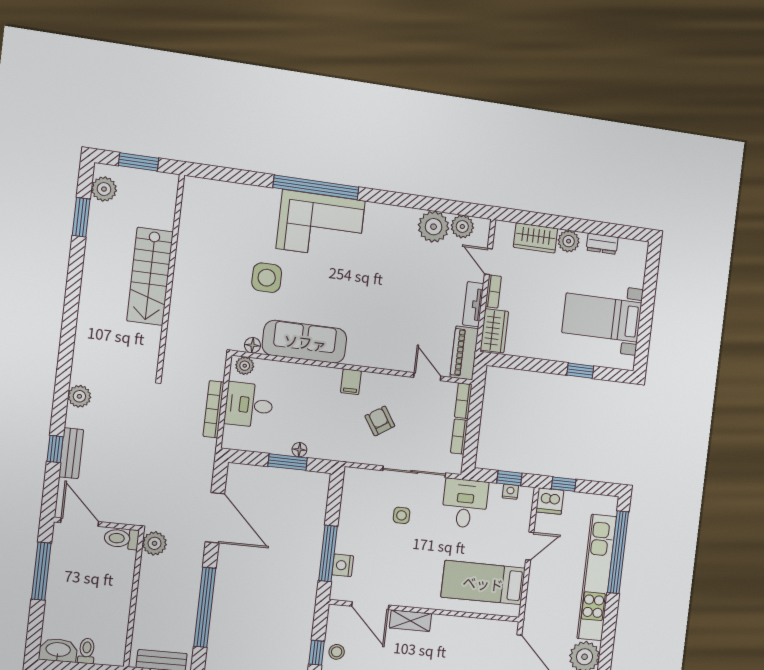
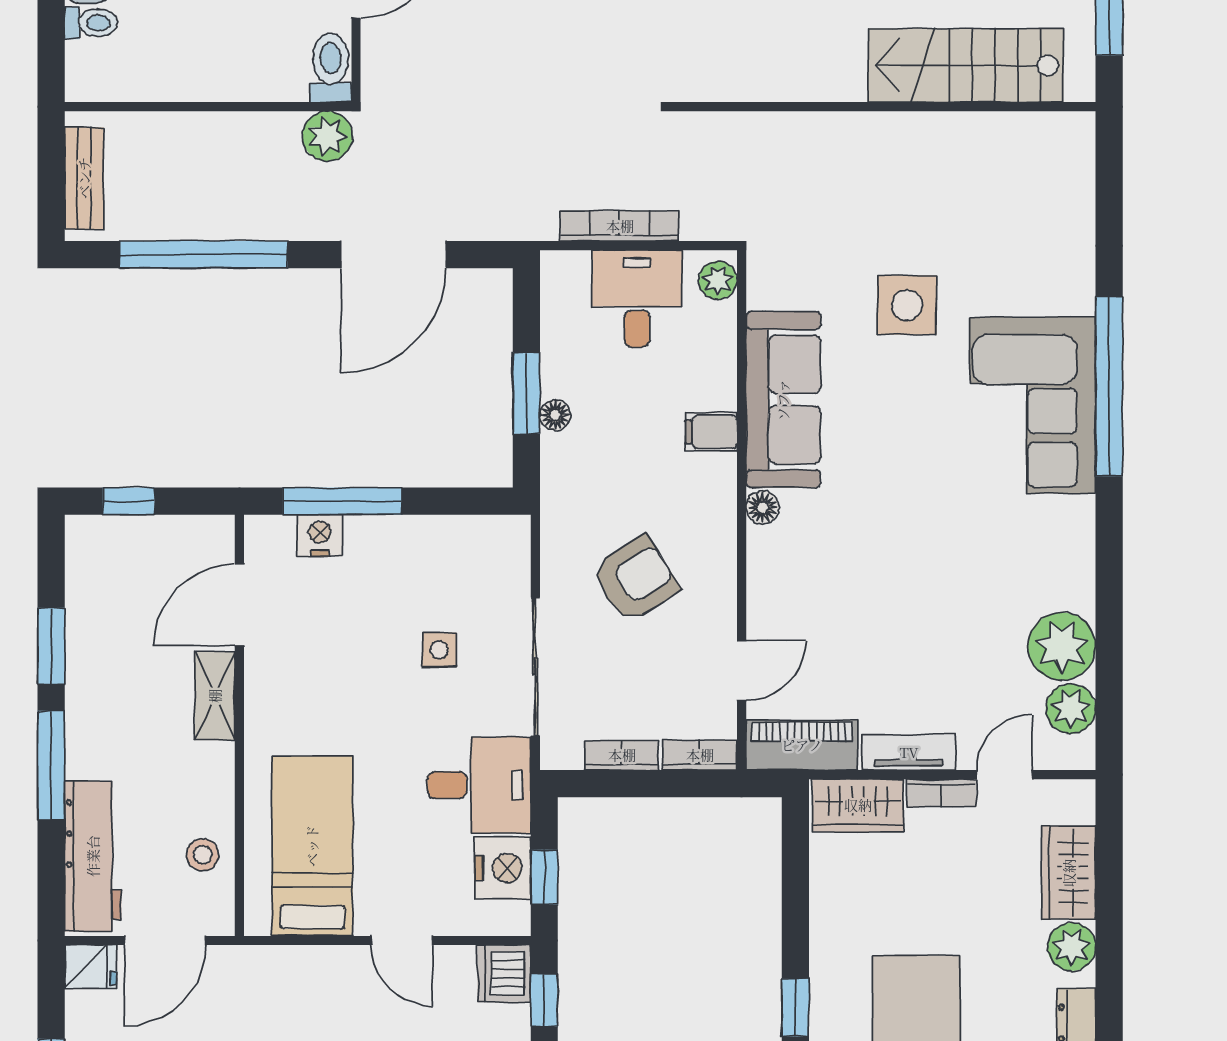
stairs: (150, 276) -> (966, 65), moved
floor lamp: (252, 345) -> (763, 508), moved
filing cabinet: (351, 382) -> (711, 432), moved
armchair: (380, 421) -> (635, 579), width x1.38, depth x1.38
nightstand: (510, 492) -> (503, 868), width x1.89, depth x1.79
stool: (337, 652) -> (203, 855), moved

